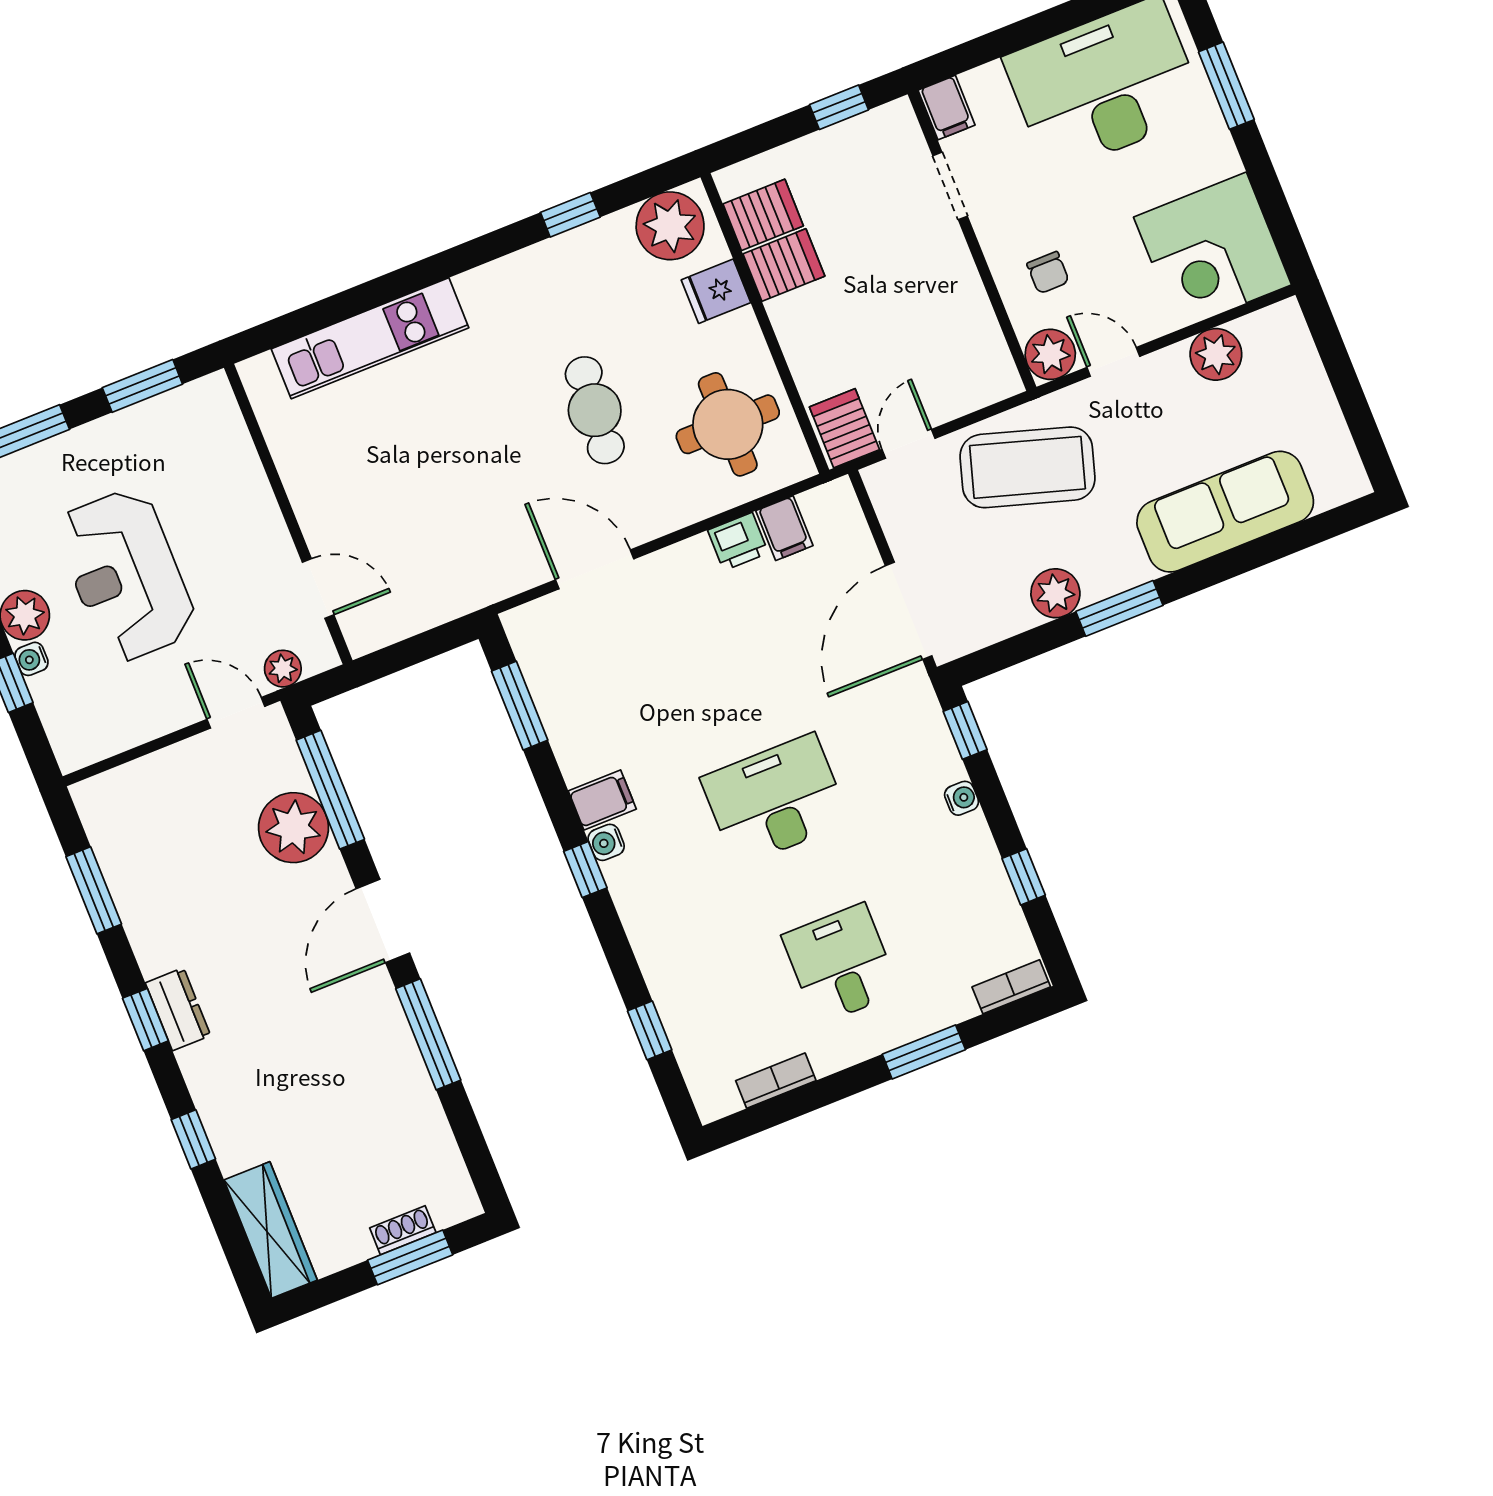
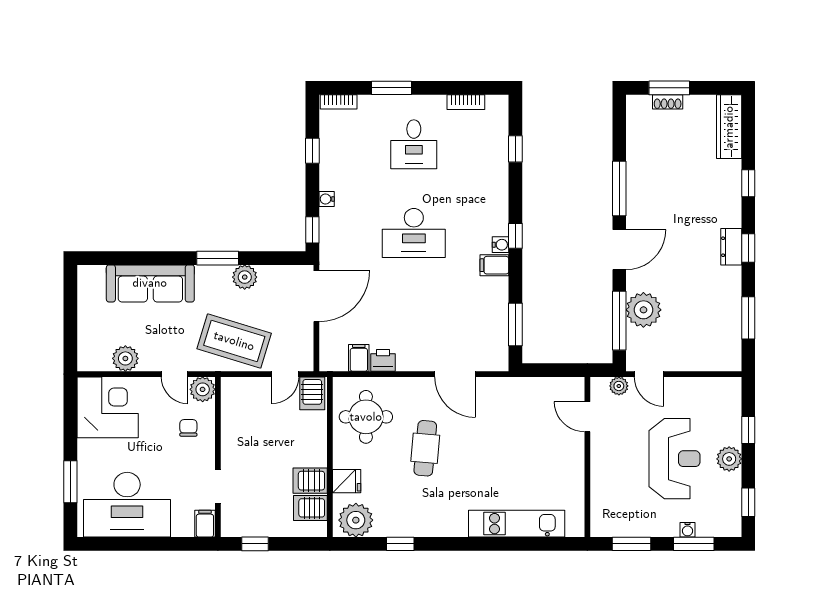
water cooler: (31, 659) -> (687, 530), moved, turned 90

